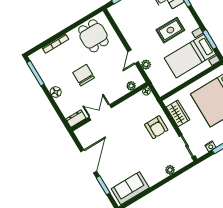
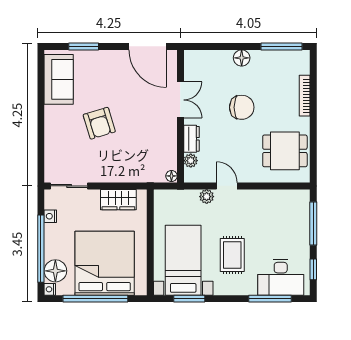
dresser: (76, 119) -> (191, 139), moved
armchair: (156, 127) -> (99, 123), moved, turned -107
door: (89, 161) -> (148, 46), moved
plant: (170, 170) -> (51, 145), removed

